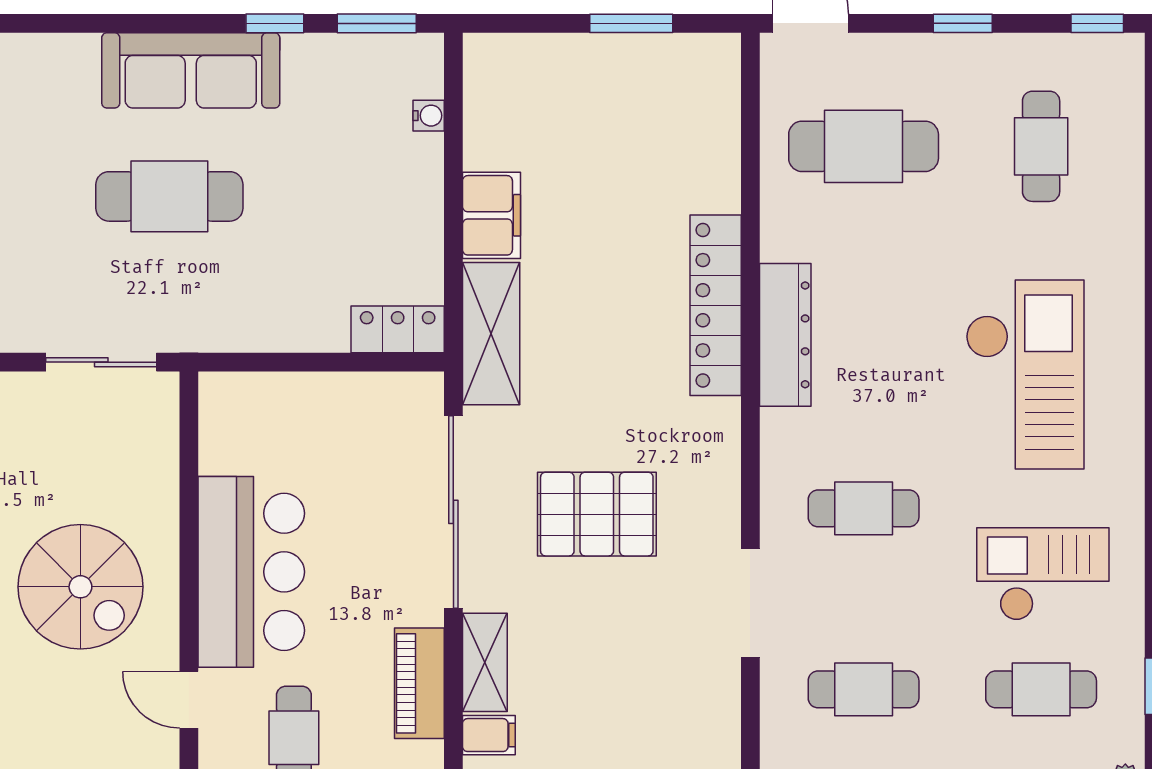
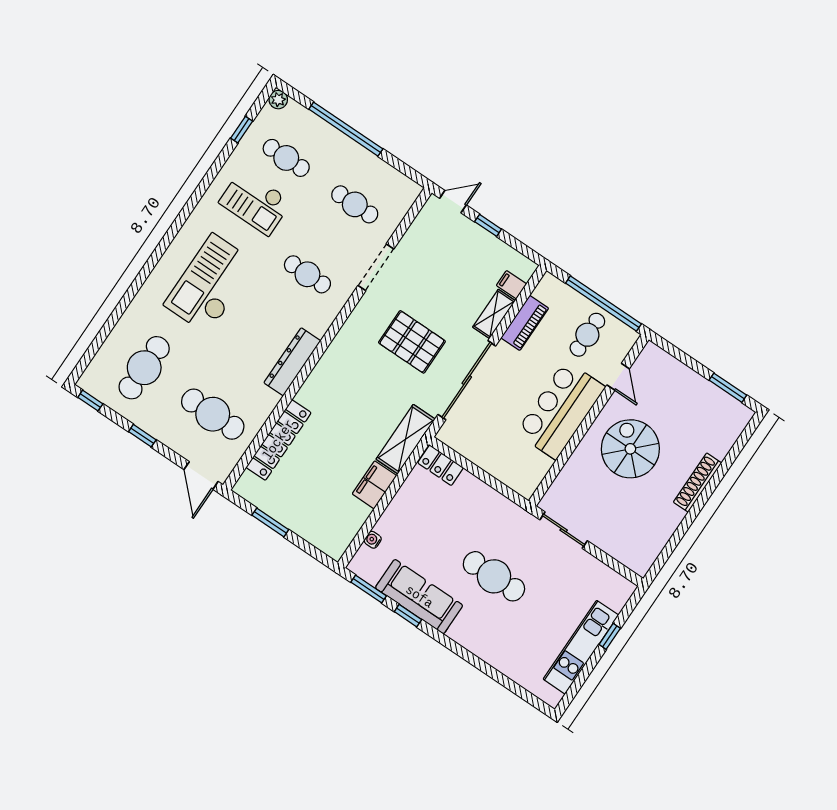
sofa: (191, 70) -> (419, 597), moved
cafe table: (1041, 146) -> (144, 368), width x1.37, depth x1.35
locker: (716, 305) -> (279, 440), moved

